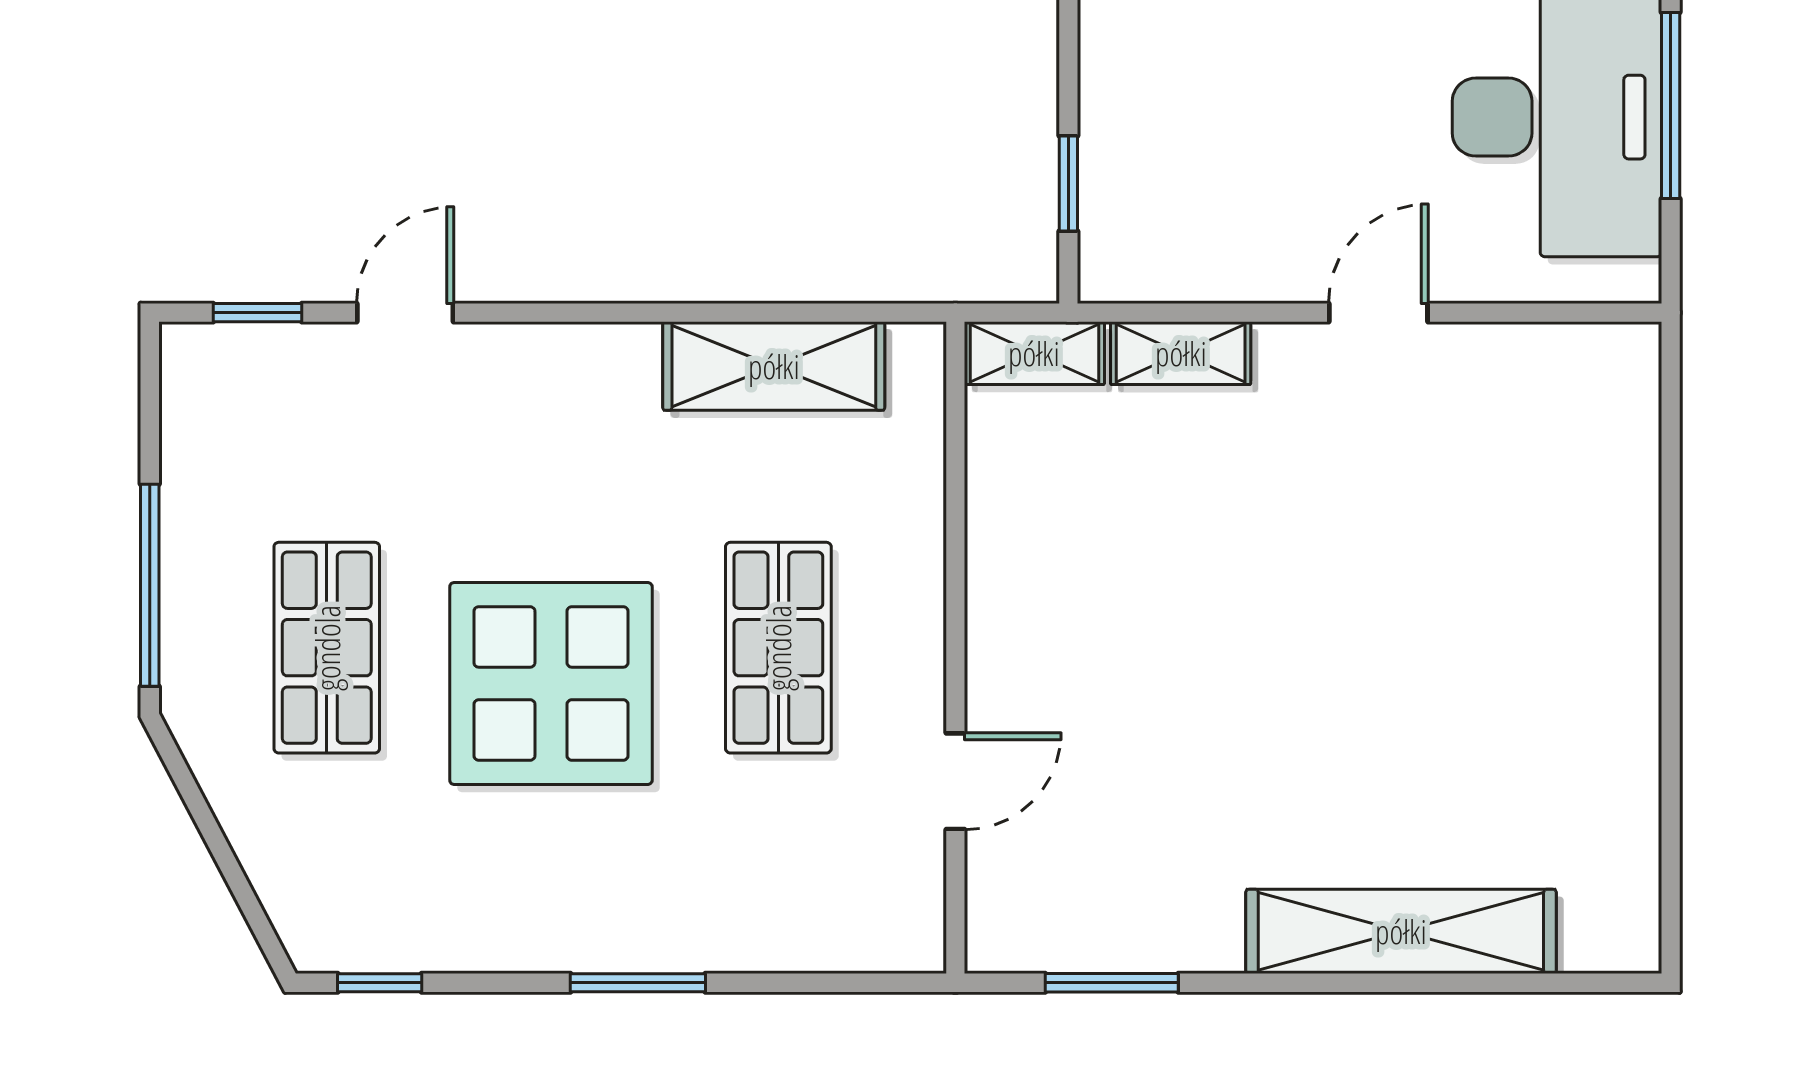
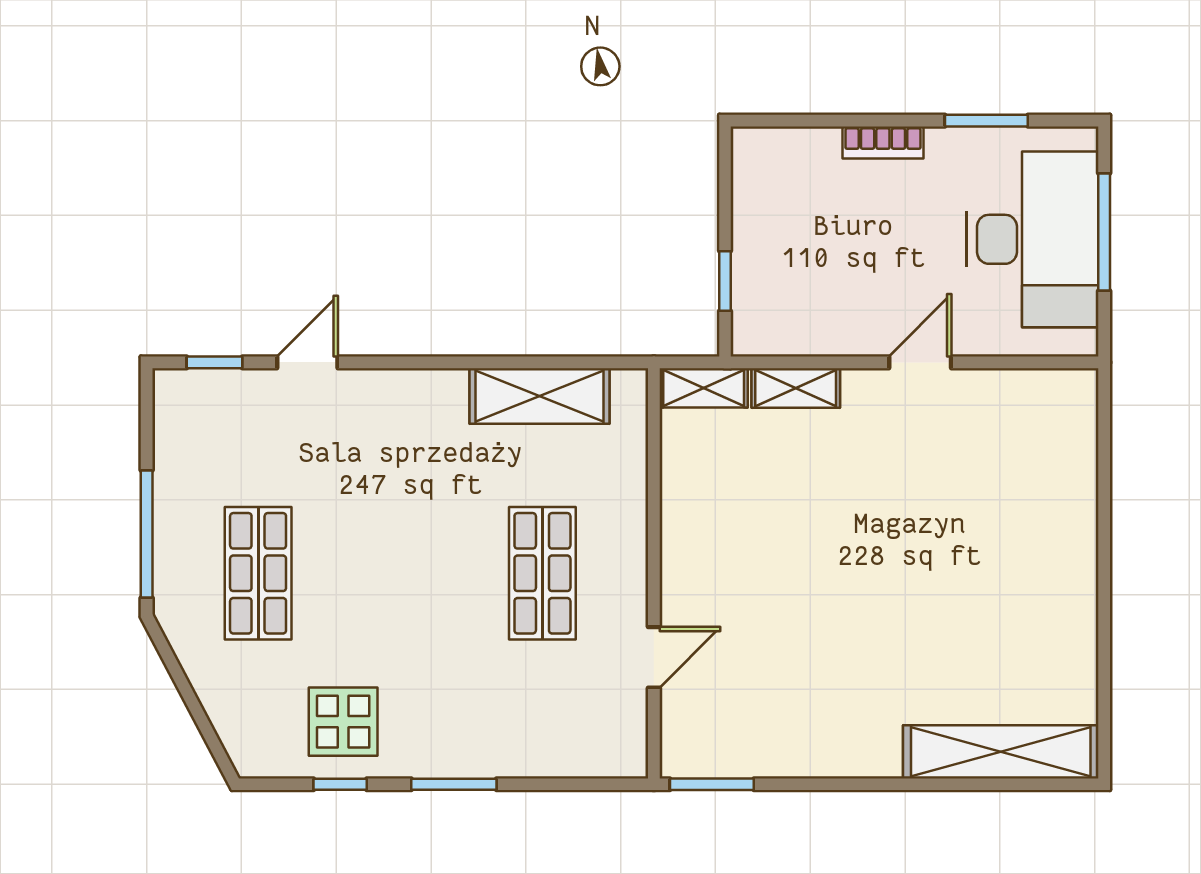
display table: (551, 683) -> (343, 722), moved, width x0.54, depth x0.54
shelving: (1401, 931) -> (1001, 752), moved
window: (380, 983) -> (340, 784), moved
window: (1112, 983) -> (712, 784), moved

